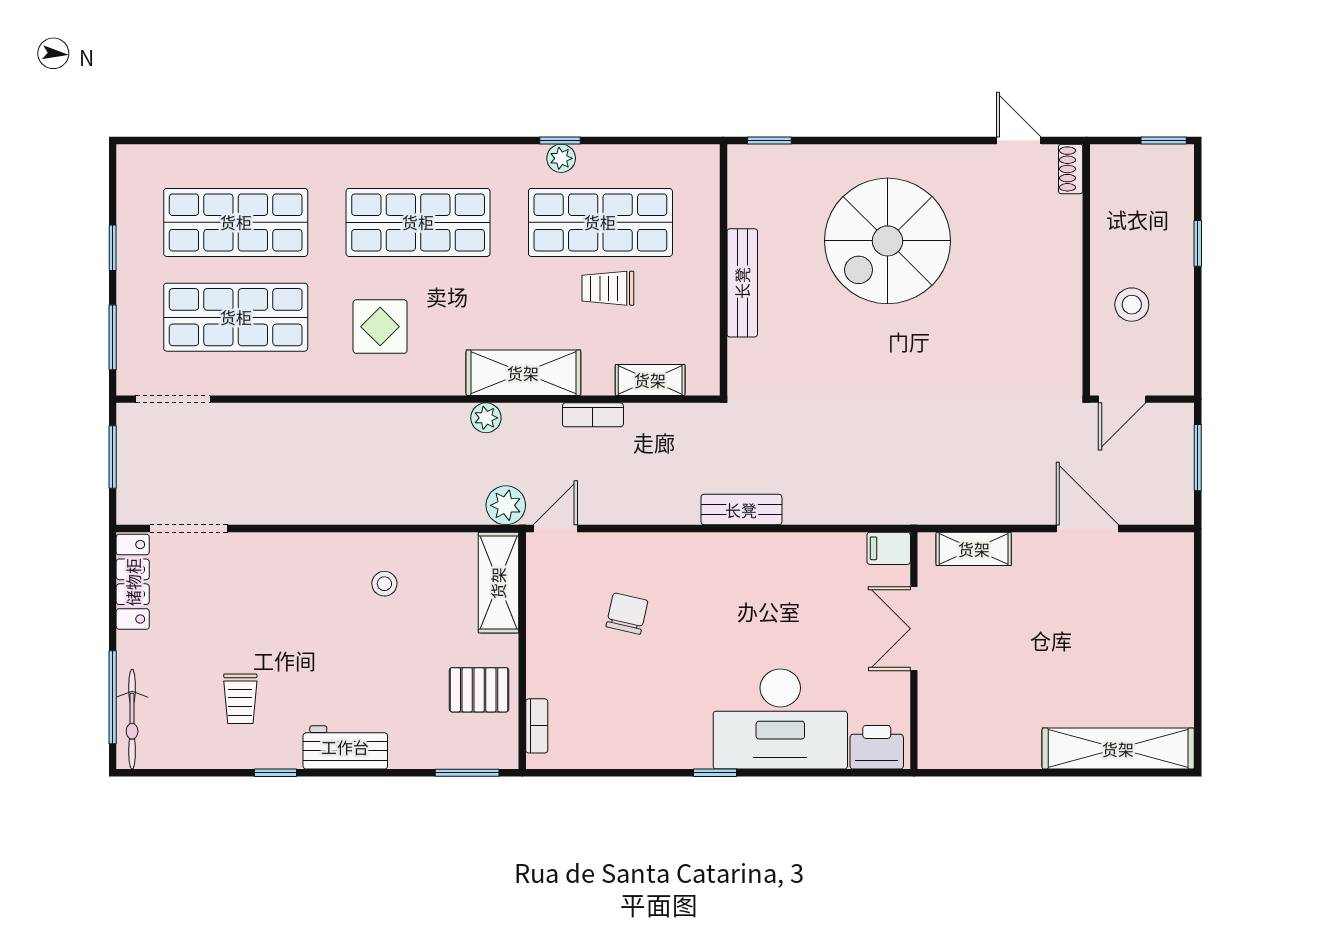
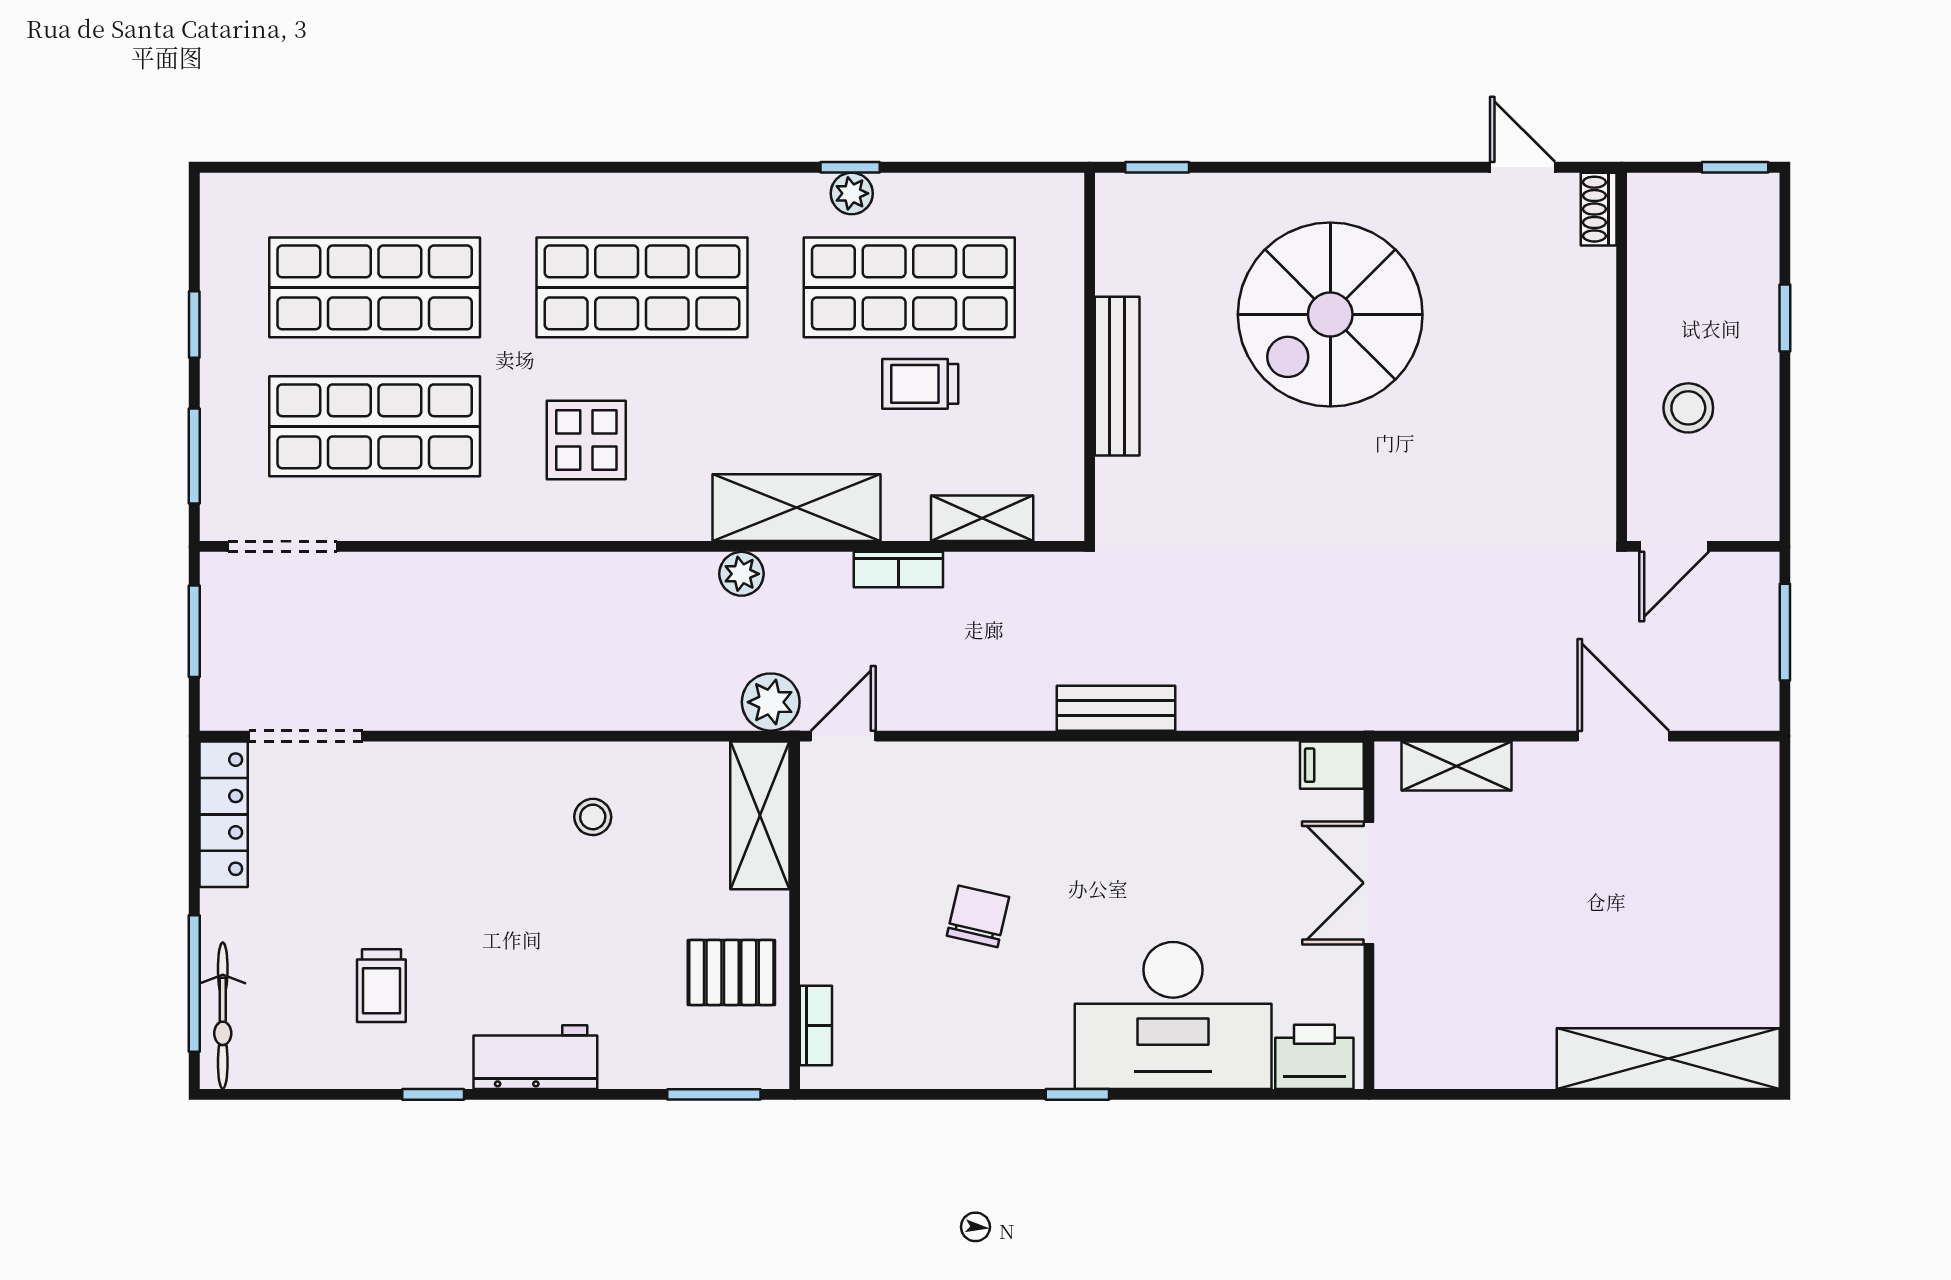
chair: (627, 614) -> (978, 916), moved

